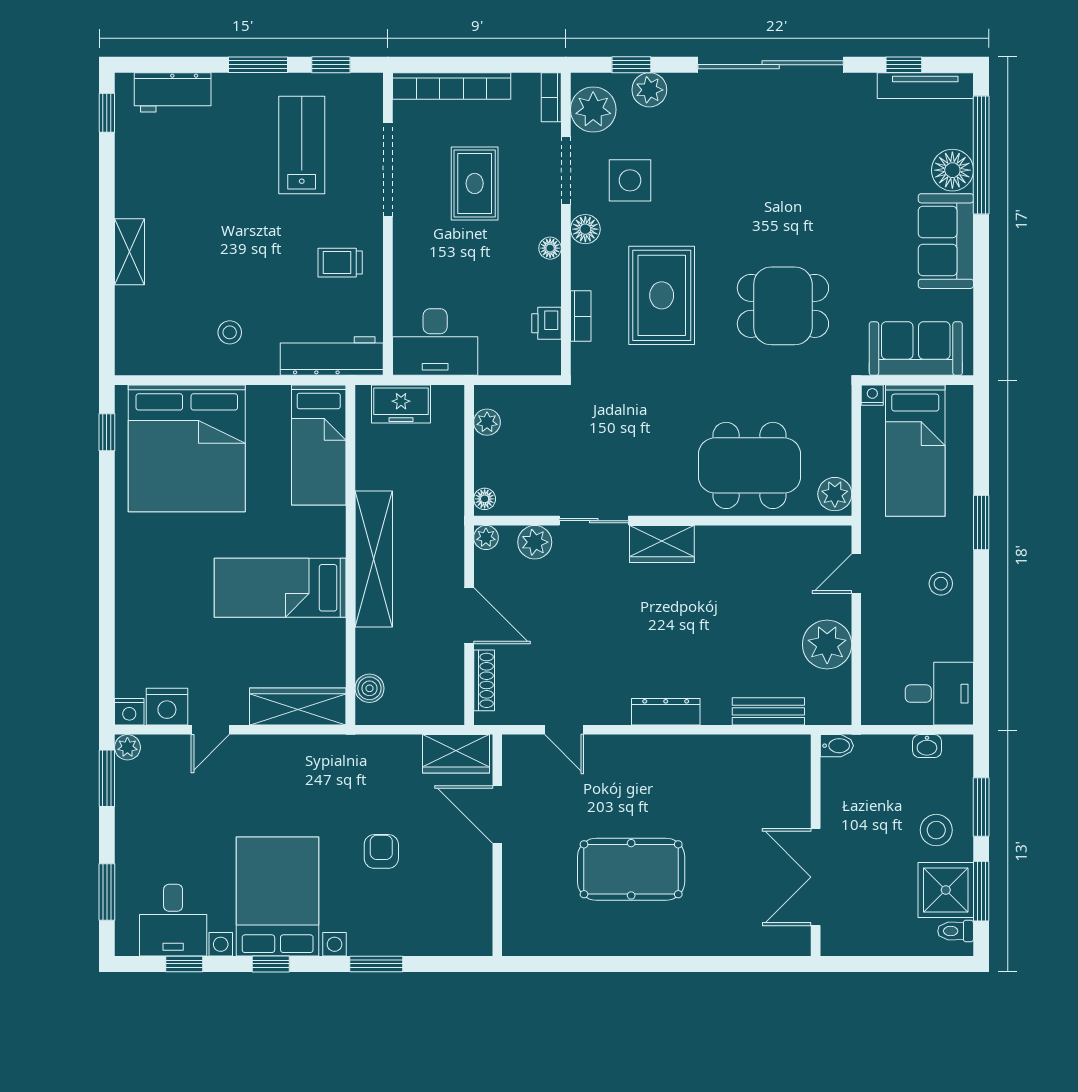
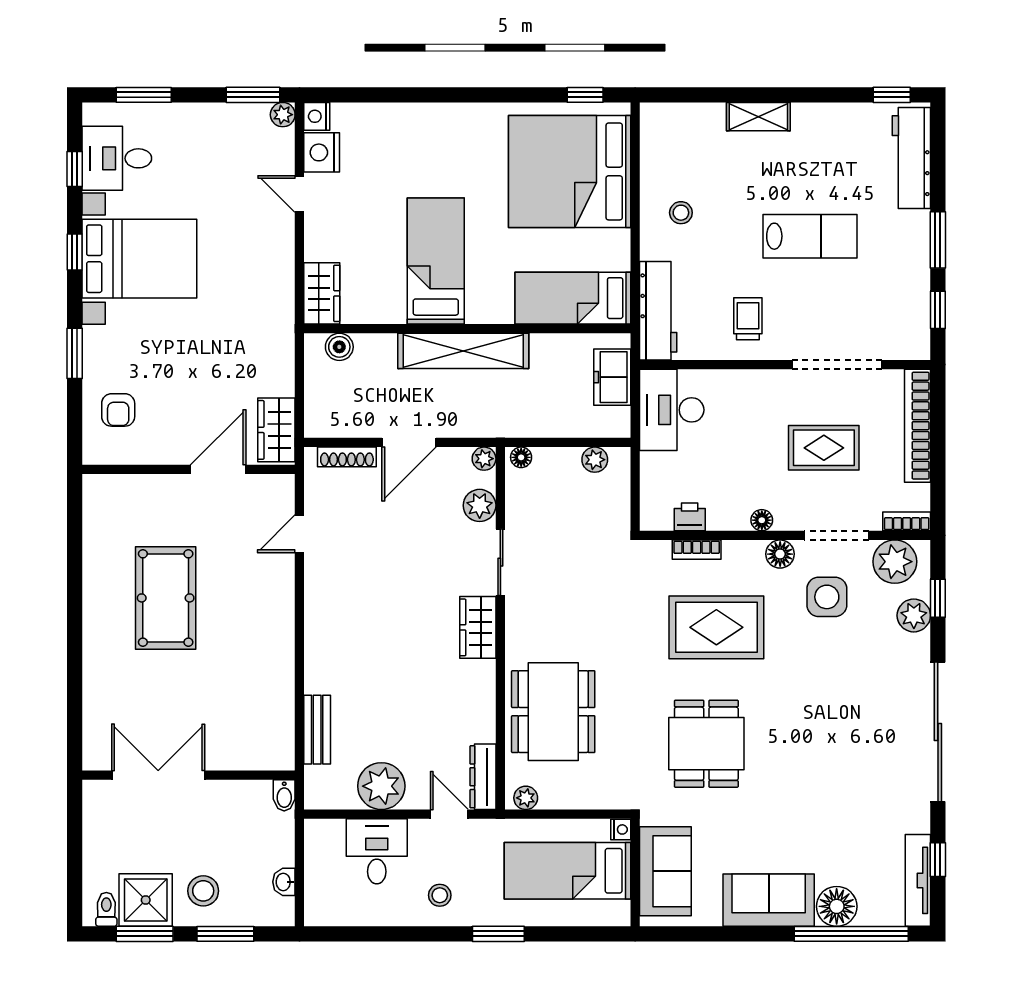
workbench: (173, 92) -> (911, 158), width x1.38
lab bench: (302, 145) -> (810, 236), moved
plant: (835, 494) -> (526, 798), width x0.73, depth x0.73
desk: (939, 694) -> (377, 851), moved, turned 180
wardrobe: (298, 707) -> (322, 293), width x0.67
dresser: (666, 712) -> (483, 777), moved, turned 180
armchair: (381, 851) -> (118, 410), moved, turned 90

